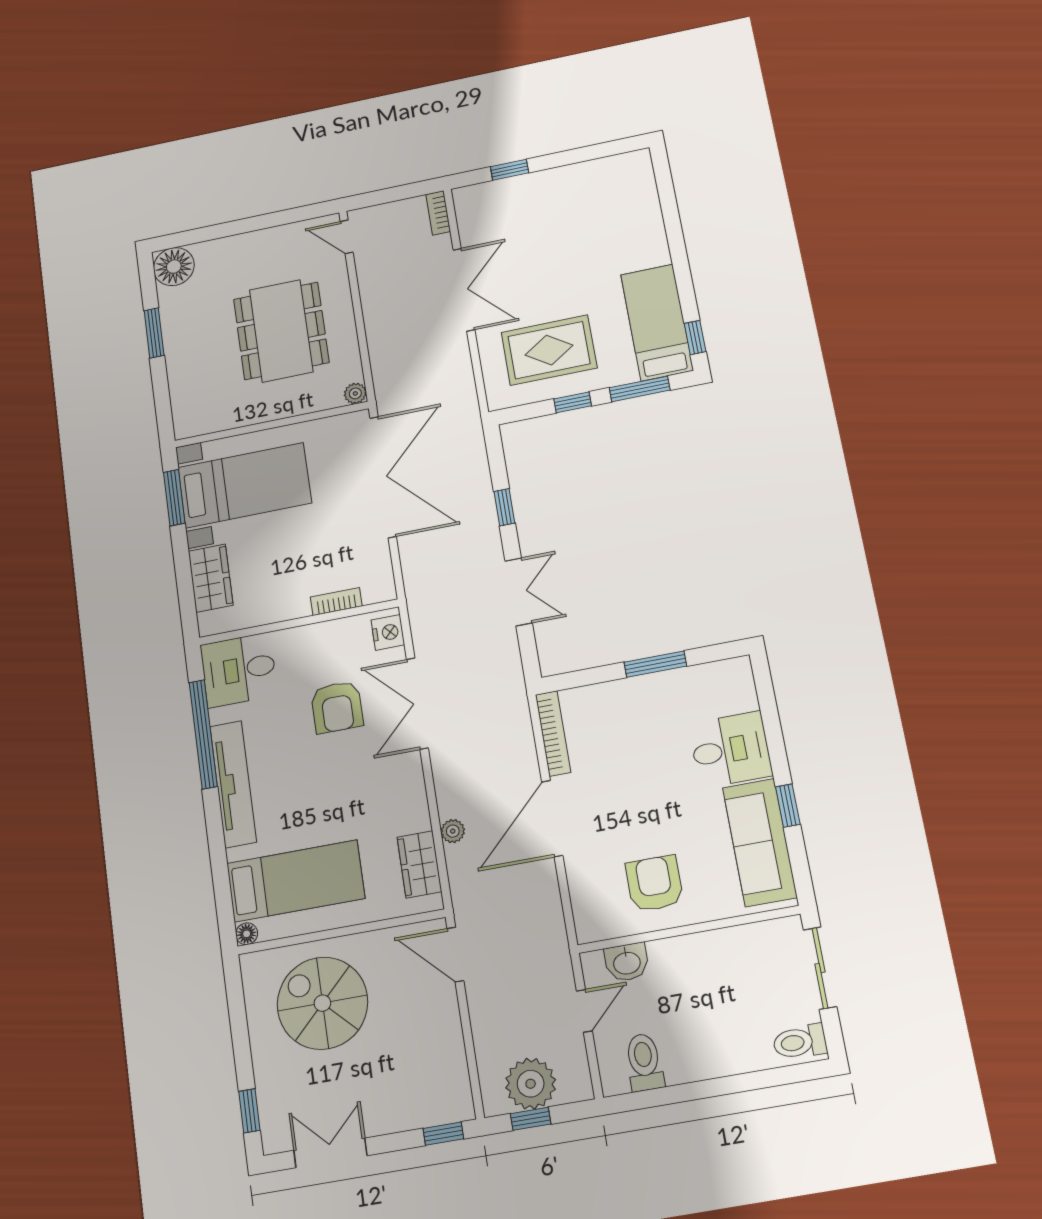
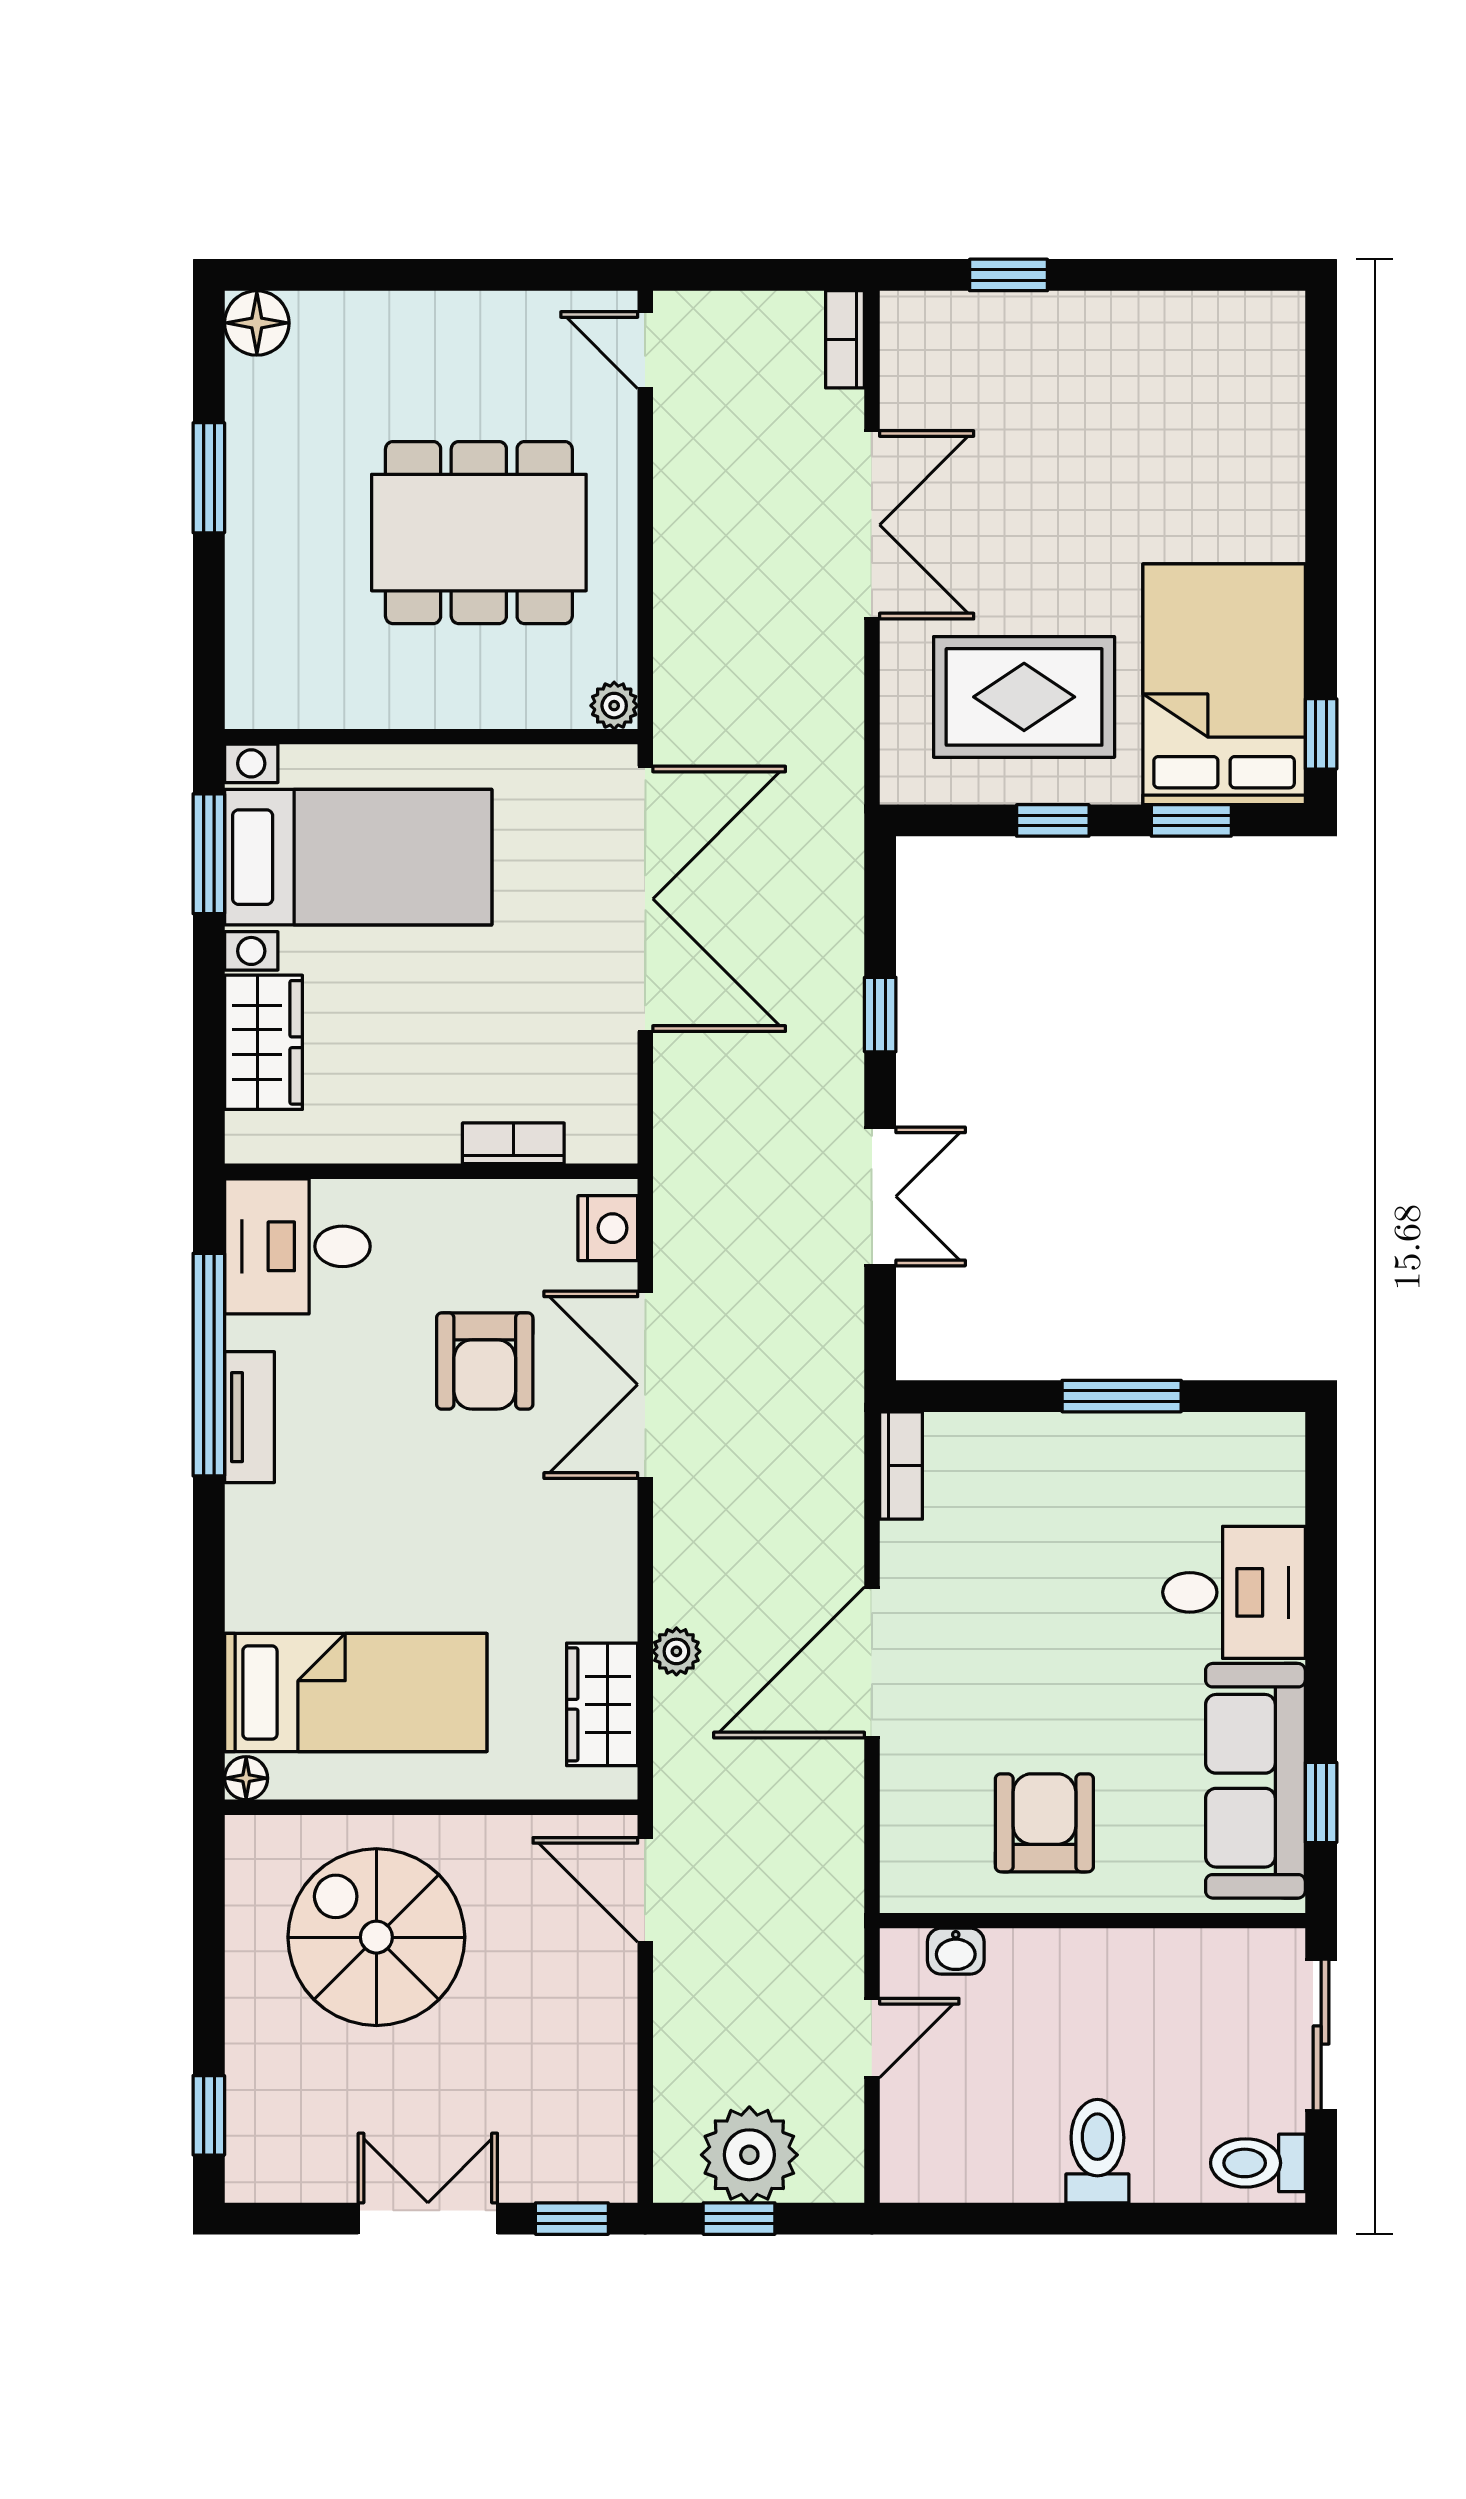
floor lamp: (174, 267) -> (257, 323), width x0.73, depth x0.73
bed: (657, 322) -> (1224, 684), width x1.50
dining table: (281, 331) -> (479, 533), turned 90
window: (640, 389) -> (1191, 820), width x0.67
bookcase: (553, 733) -> (901, 1465), width x0.64
tv unit: (233, 784) -> (249, 1417), width x0.52, depth x0.78
window: (788, 806) -> (1321, 1802), moved
washbasin: (627, 962) -> (956, 1951), width x0.72, depth x0.69
toilet: (644, 1062) -> (1097, 2151), moved
double door: (330, 1153) -> (428, 2219), moved

